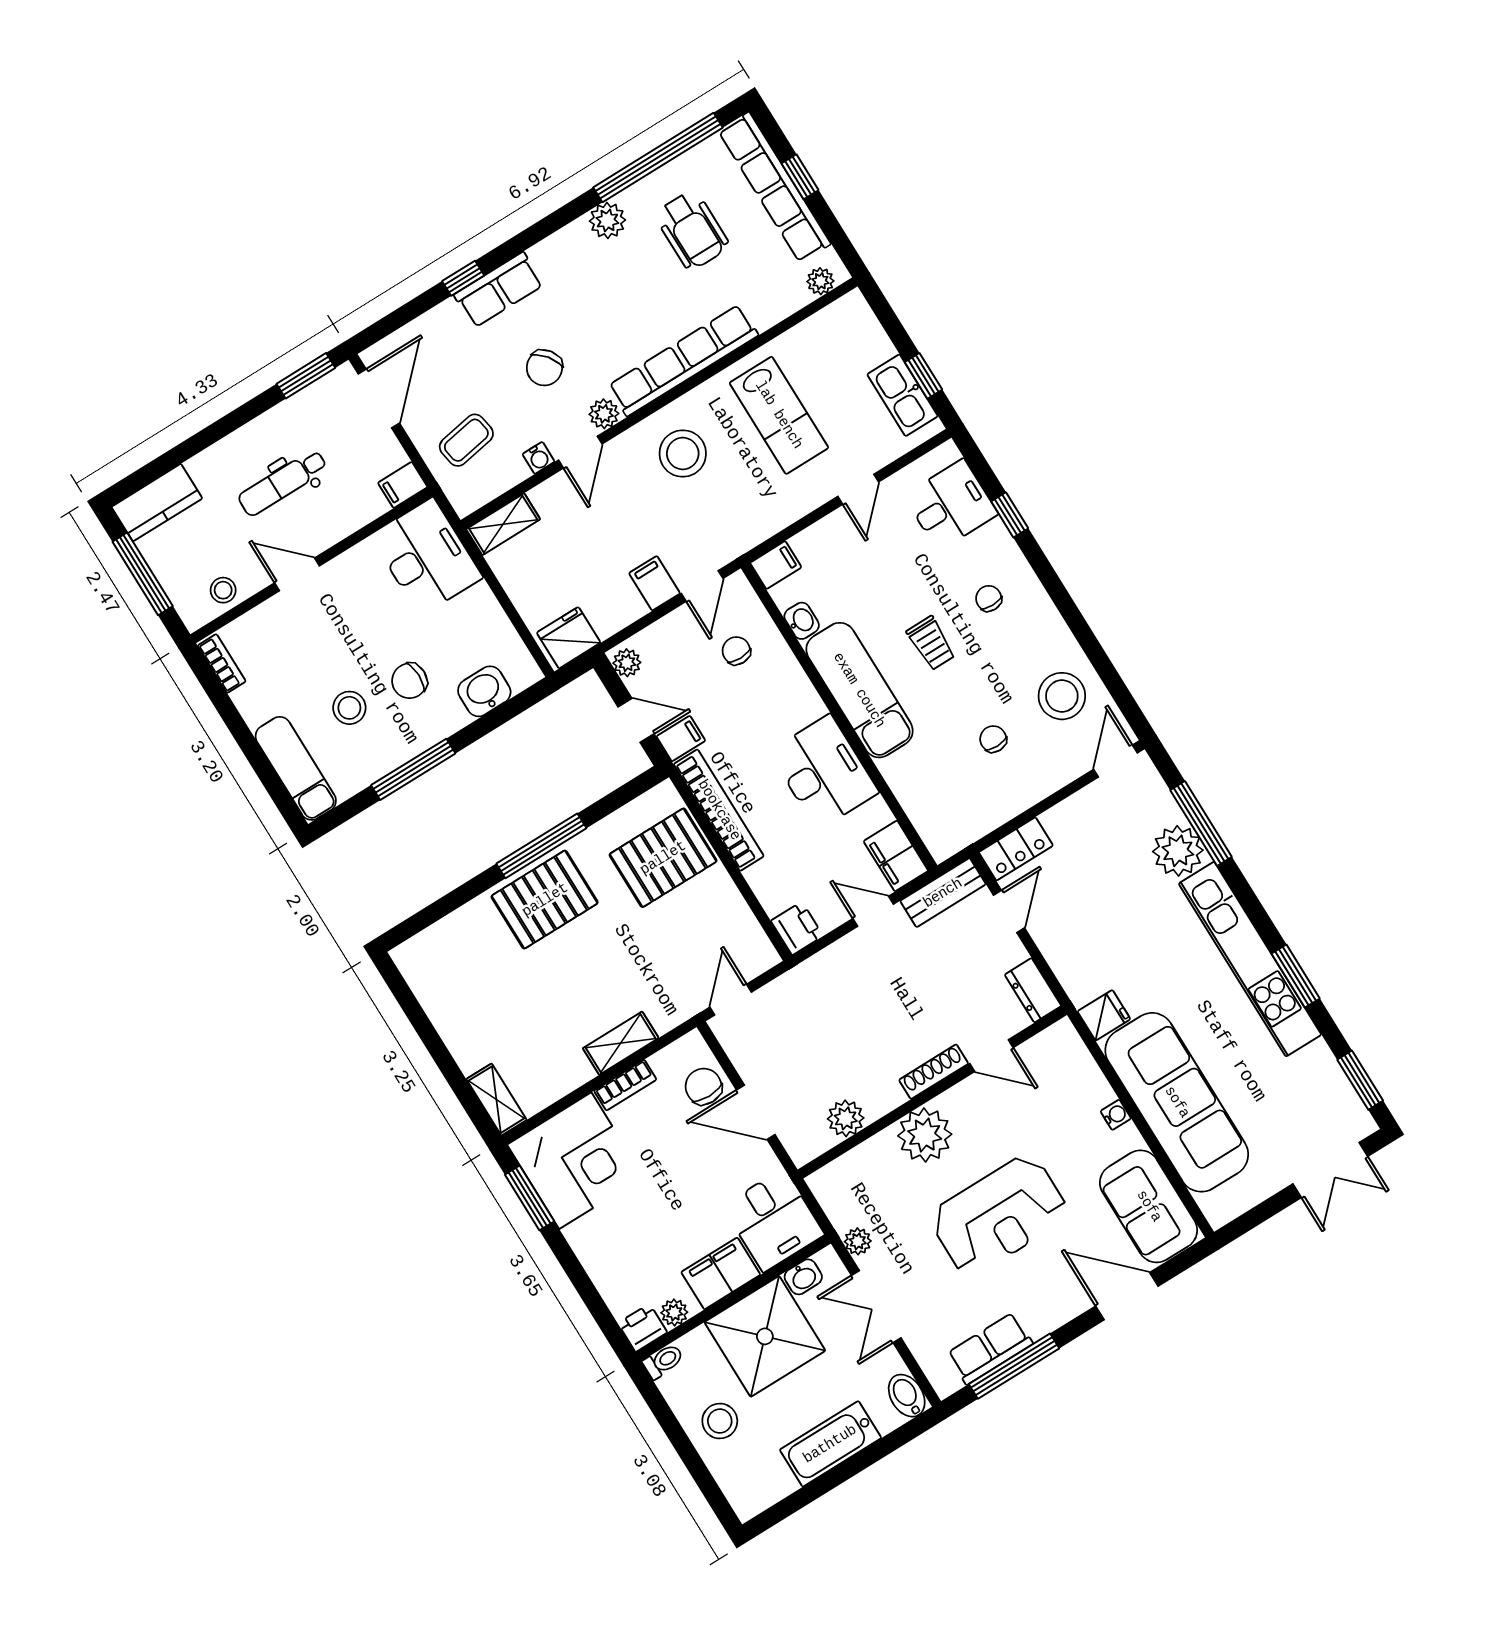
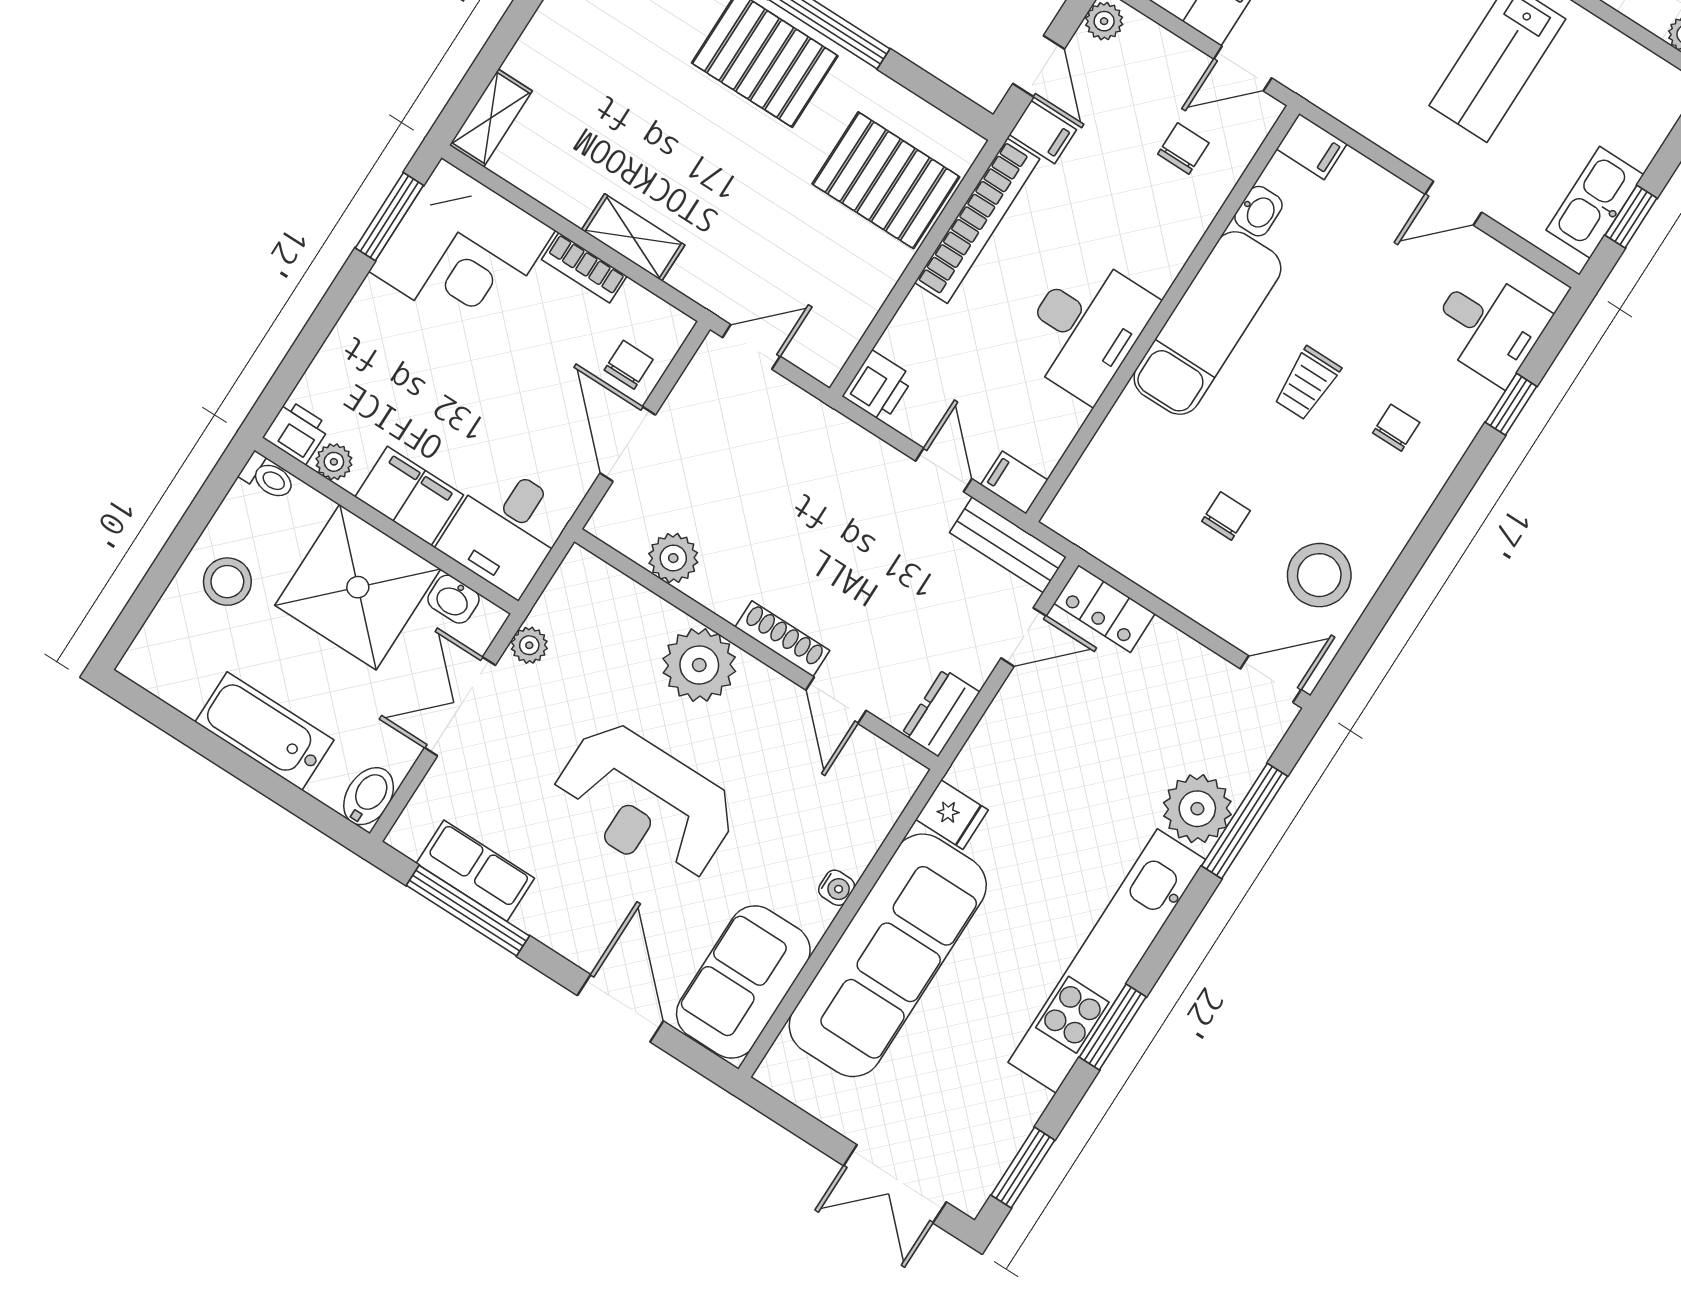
filing cabinet: (896, 856) -> (1014, 482), width x0.50
chair: (704, 1086) -> (629, 365), width x0.73, depth x0.73

